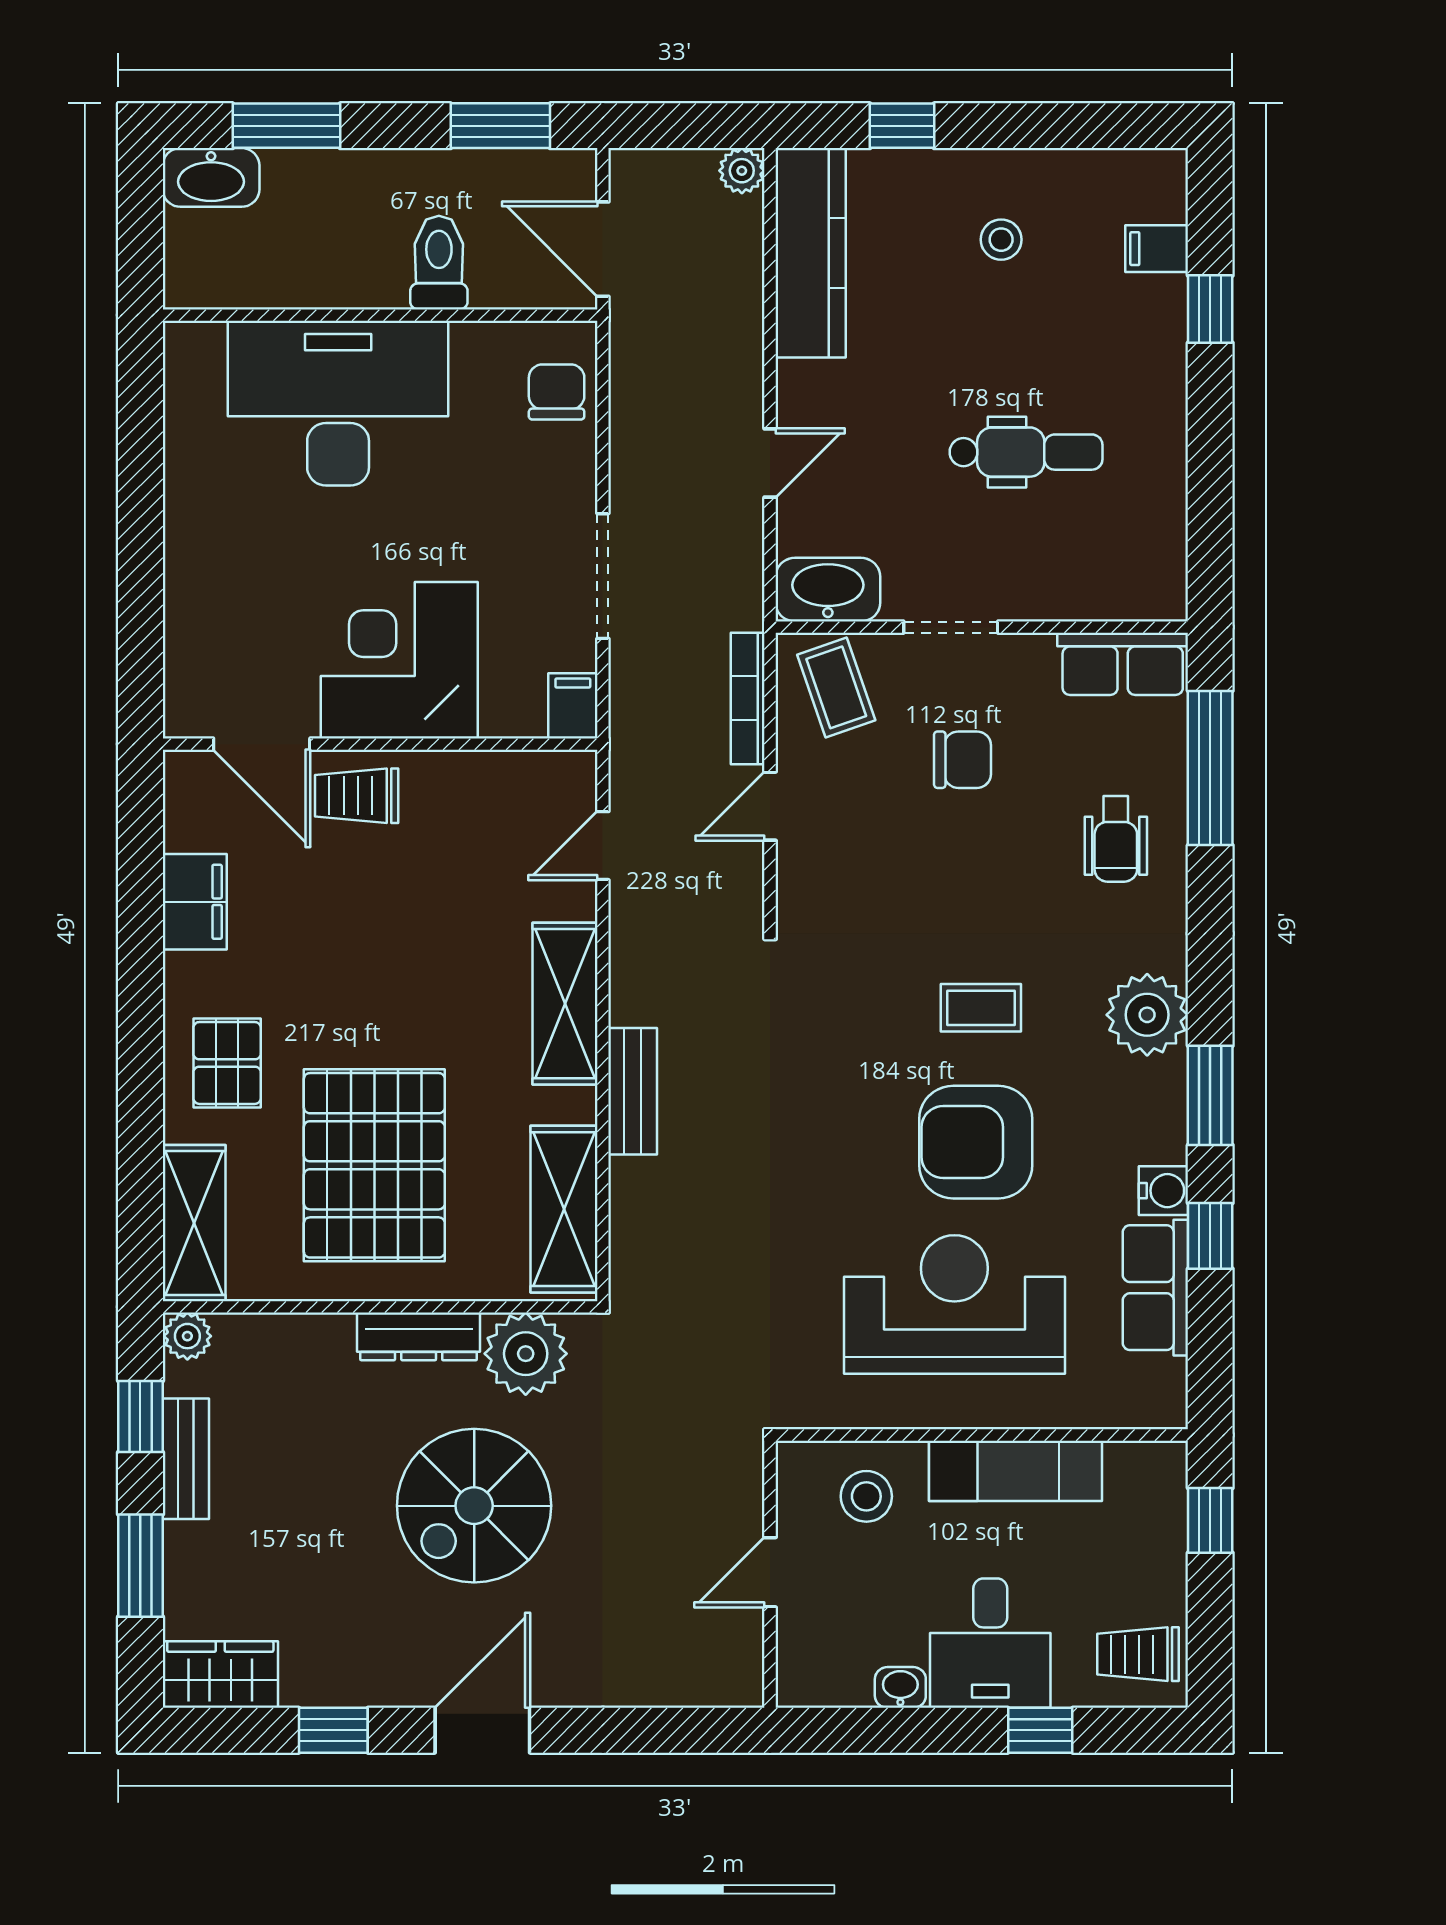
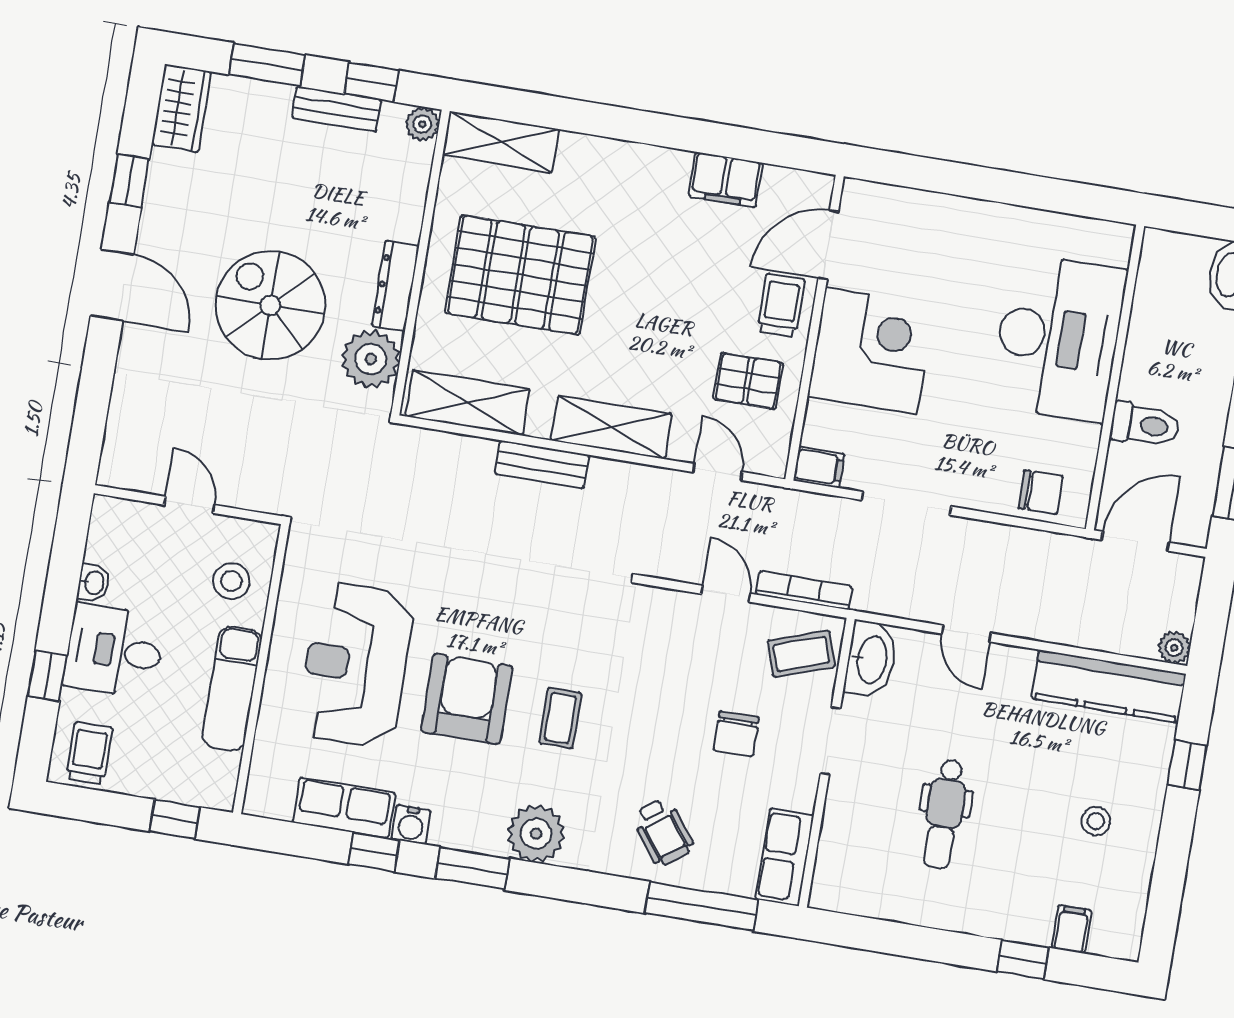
wheelchair: (1116, 839) -> (663, 832), turned -127
pallet: (227, 1063) -> (748, 381), moved
reception desk: (954, 1304) -> (356, 665), turned 180

